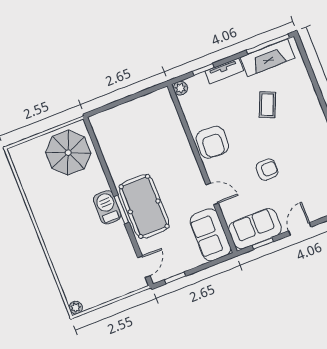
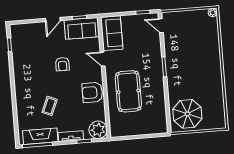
plant: (180, 88) -> (98, 130), width x1.87, depth x1.87
armchair: (212, 142) -> (92, 92), turned -93
armchair: (267, 170) -> (62, 64), turned -90
pool table: (144, 206) -> (128, 91), moved
barbecue: (107, 207) -> (173, 71), removed
door: (144, 267) -> (161, 26), hinge flipped

